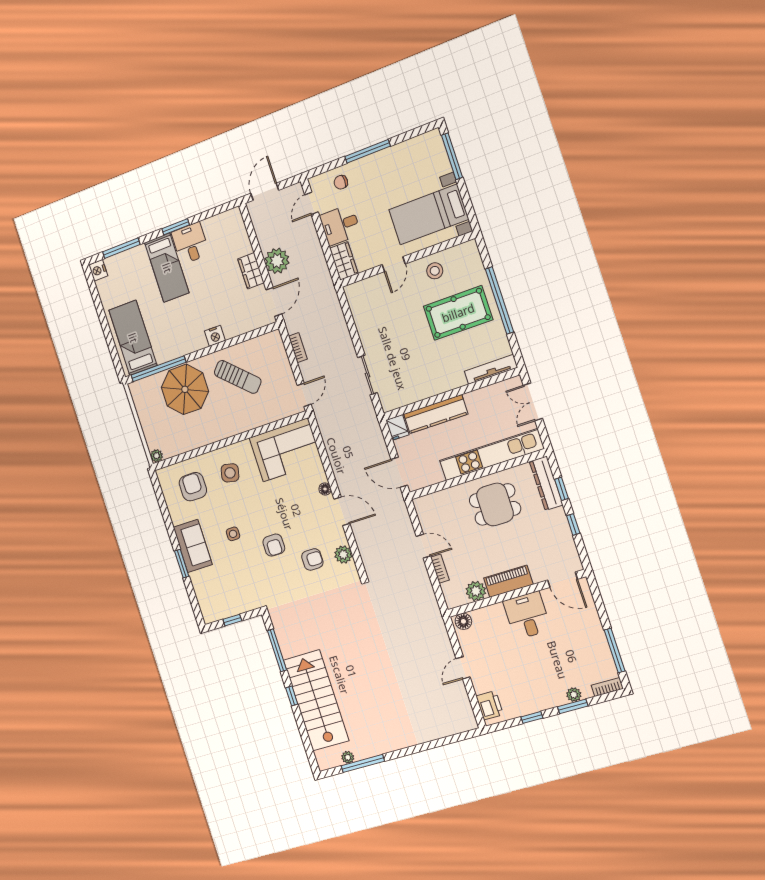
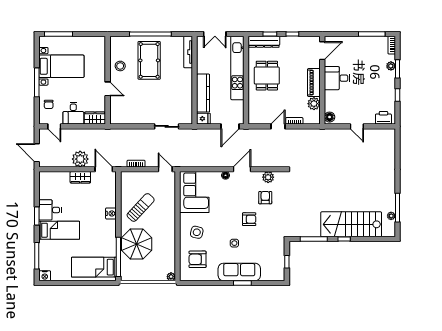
bed with nightstands: (429, 214) -> (61, 66), moved, turned -90
sofa: (193, 546) -> (239, 272), width x1.36

